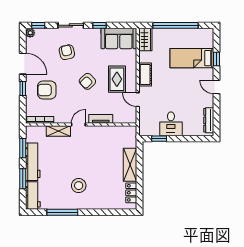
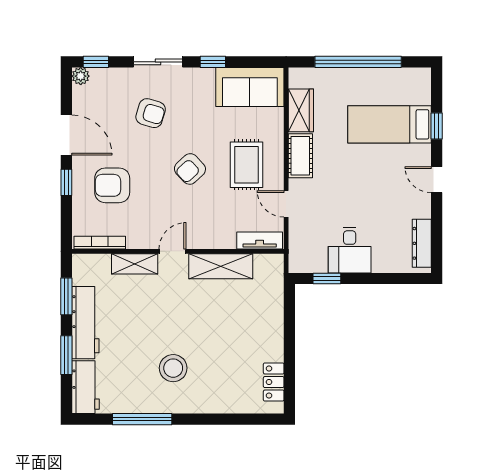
wardrobe: (145, 39) -> (301, 110), moved
armchair: (67, 52) -> (151, 113), turned 120
tv unit: (101, 119) -> (260, 240), moved
shelving: (130, 165) -> (221, 266), moved, turned 90

